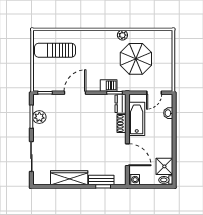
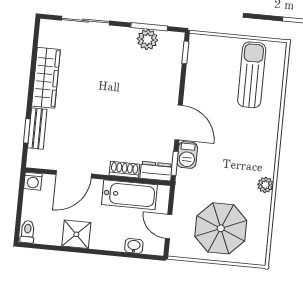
parasol: (136, 59) -> (221, 228), moved
door: (75, 93) -> (179, 122), moved
shower: (164, 166) -> (76, 234), moved

